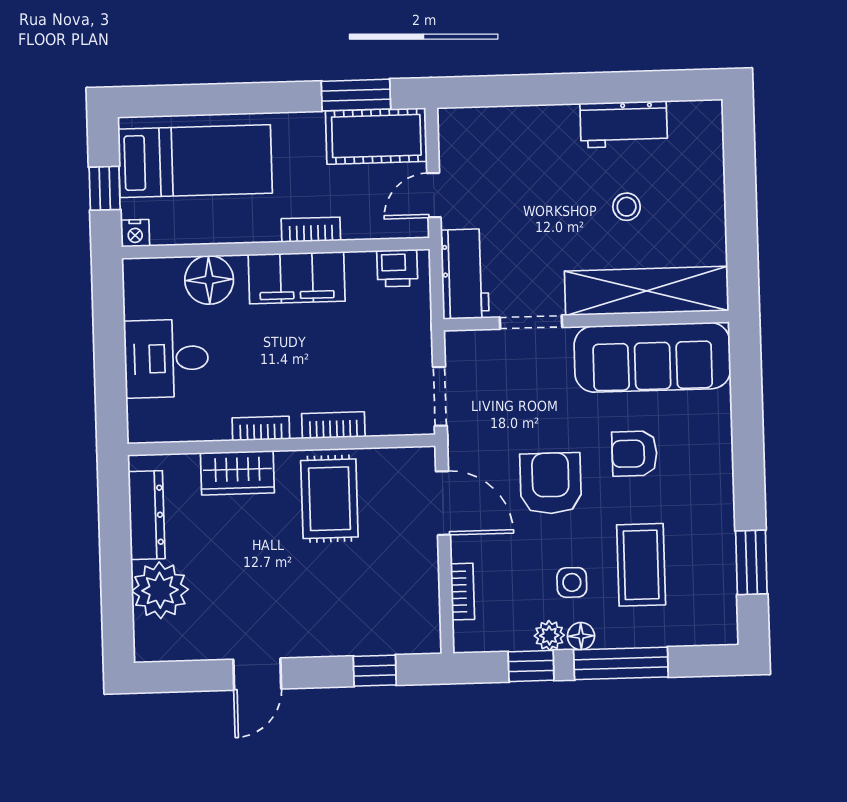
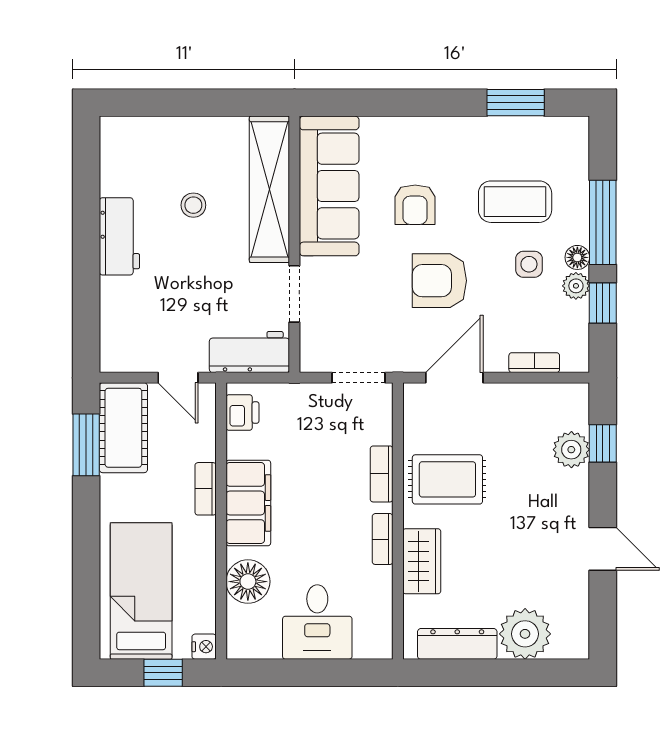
workbench: (624, 124) -> (119, 236), moved
plant: (367, 636) -> (571, 450), added

